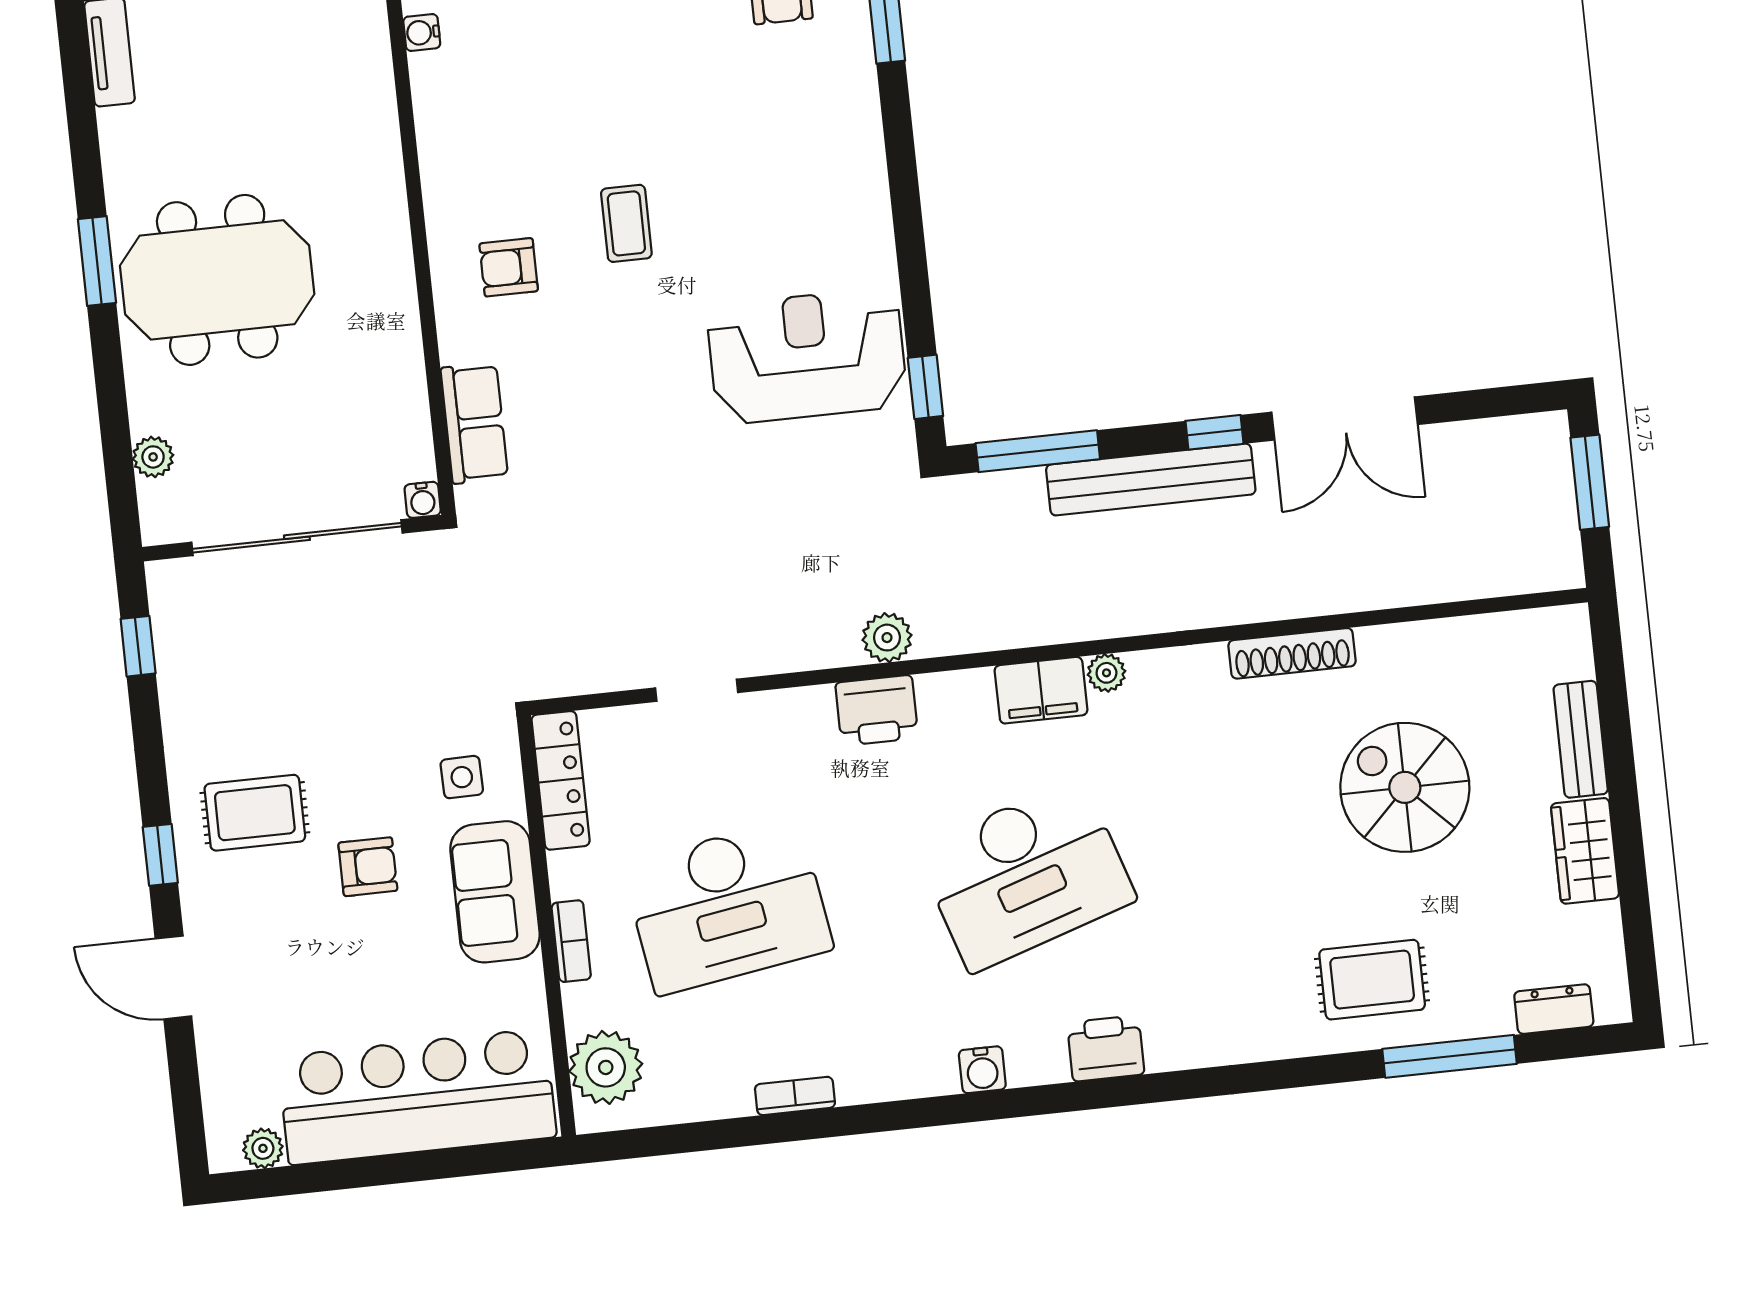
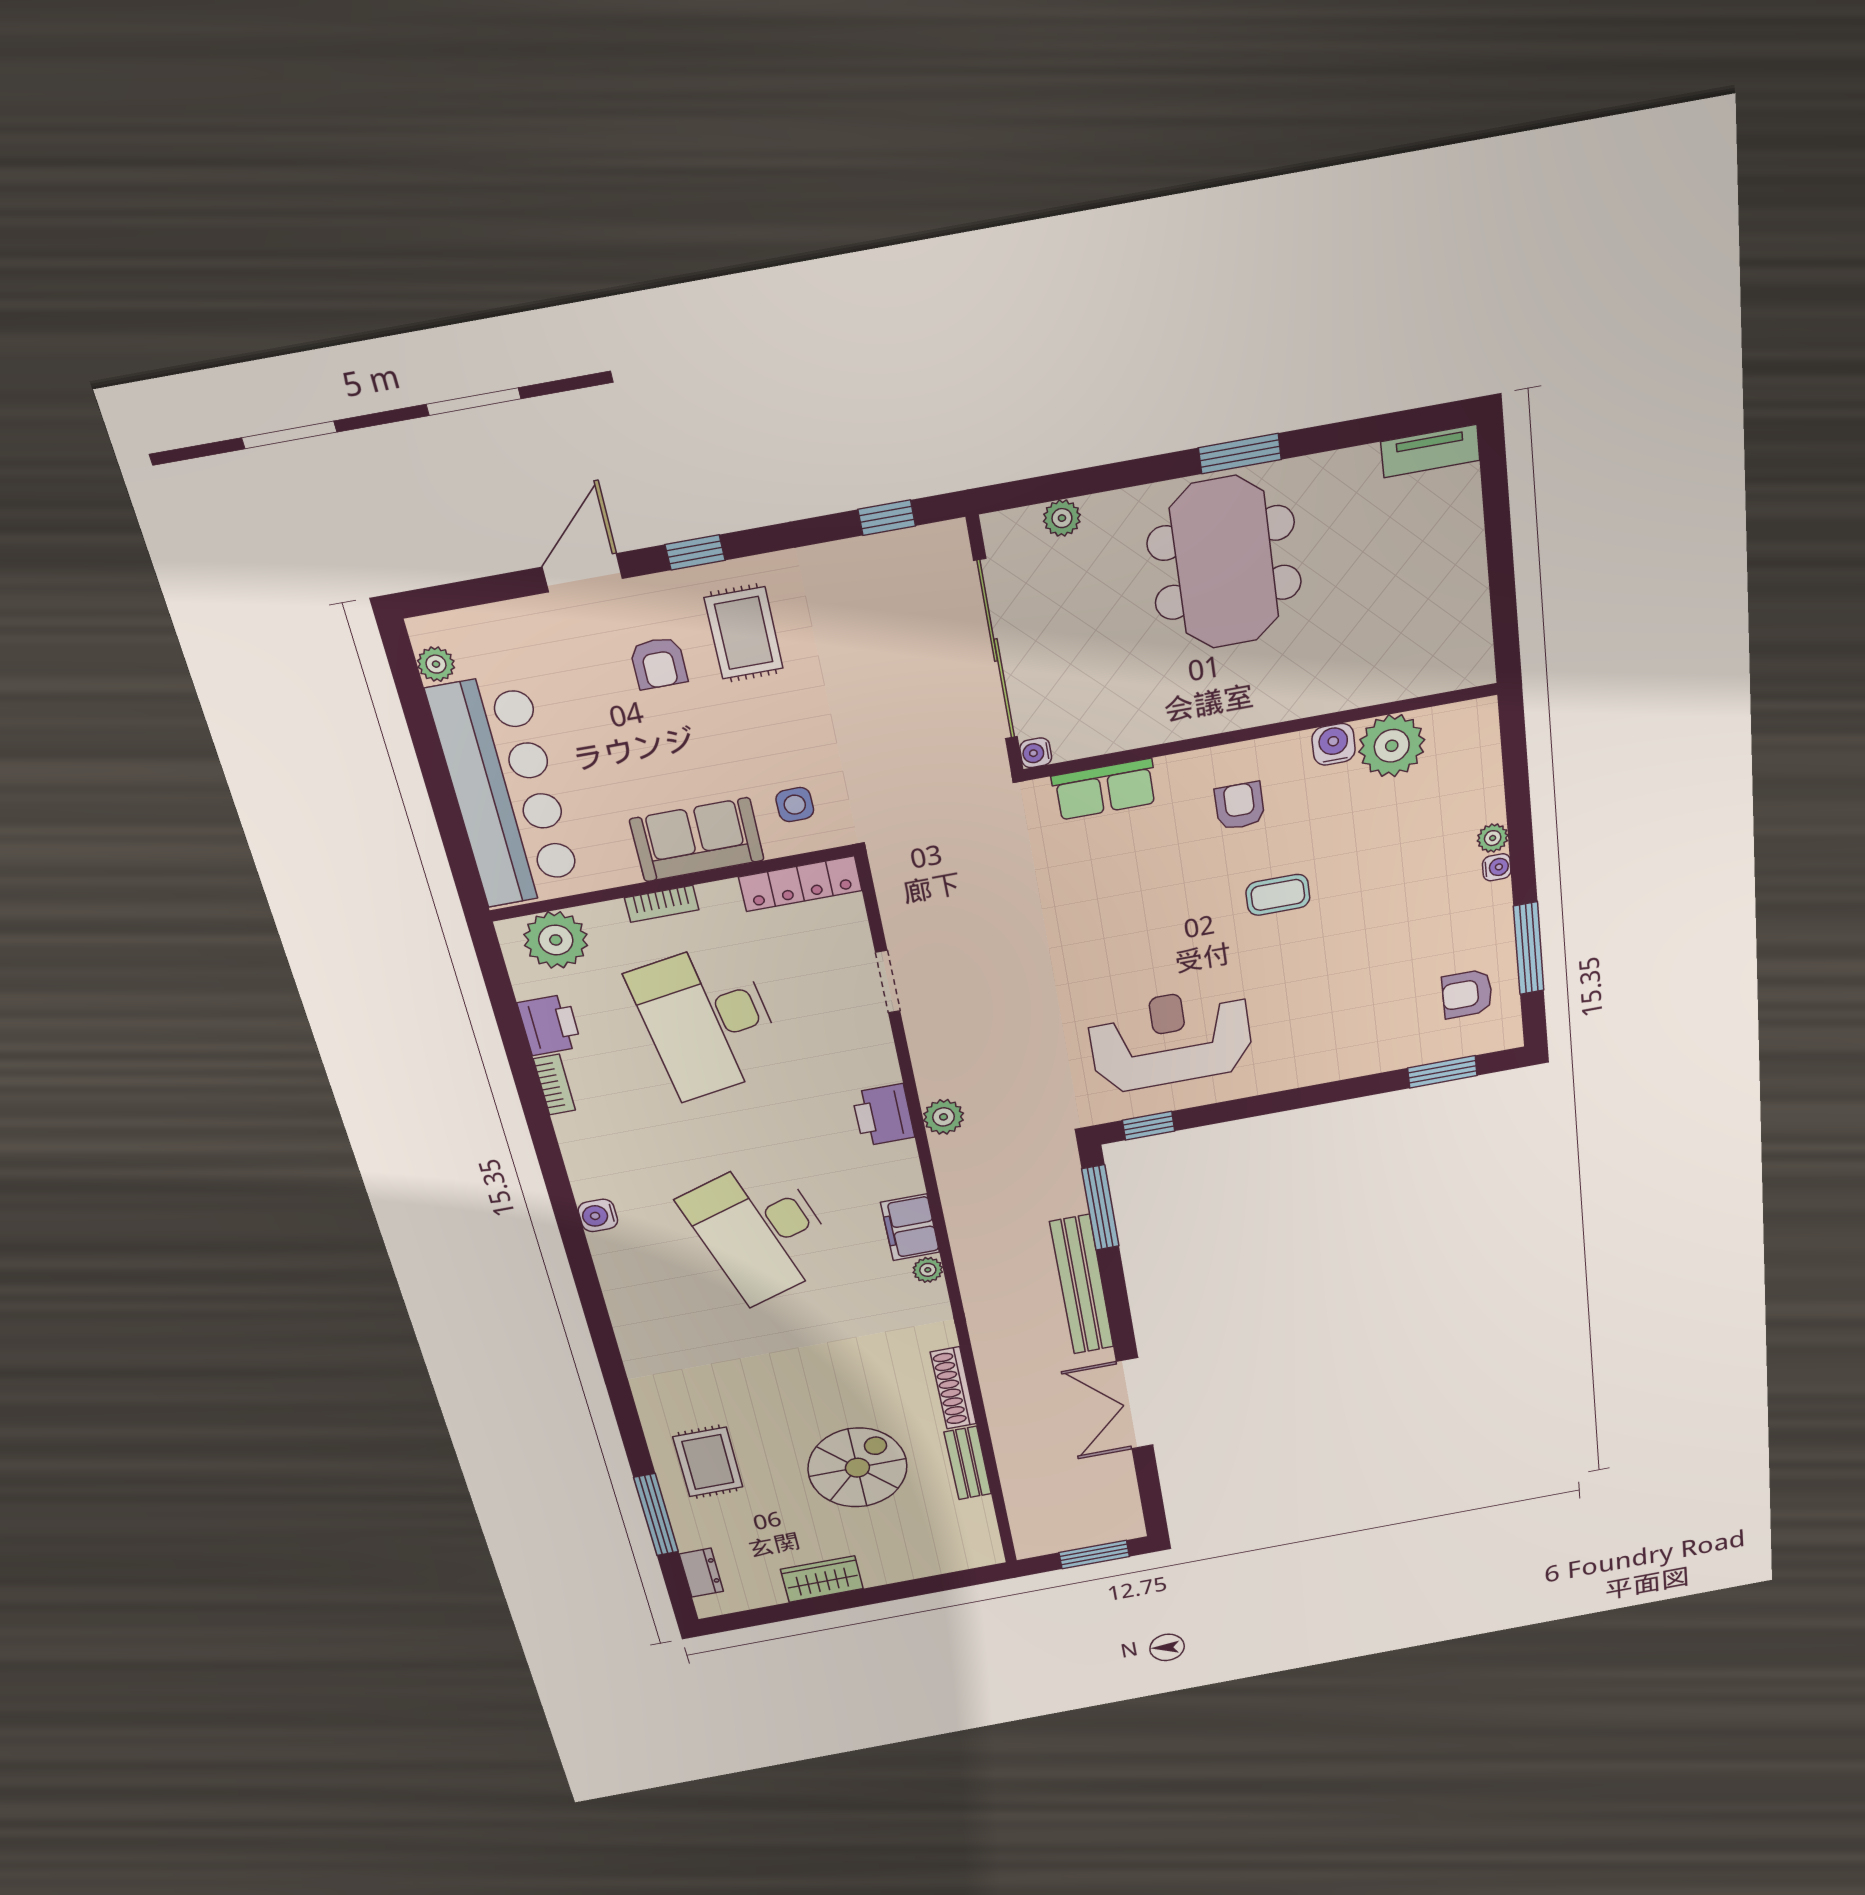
water cooler: (422, 32) -> (1334, 744), moved, width x1.38, depth x1.38
plant: (449, 90) -> (1392, 746), added
reception desk: (807, 356) -> (1171, 1039), turned -90
window: (1214, 432) -> (1121, 1323), removed
bench: (1581, 739) -> (968, 1463), moved, turned 90
armchair: (368, 867) -> (659, 663), moved
printer: (1106, 1048) -> (550, 1025), moved

